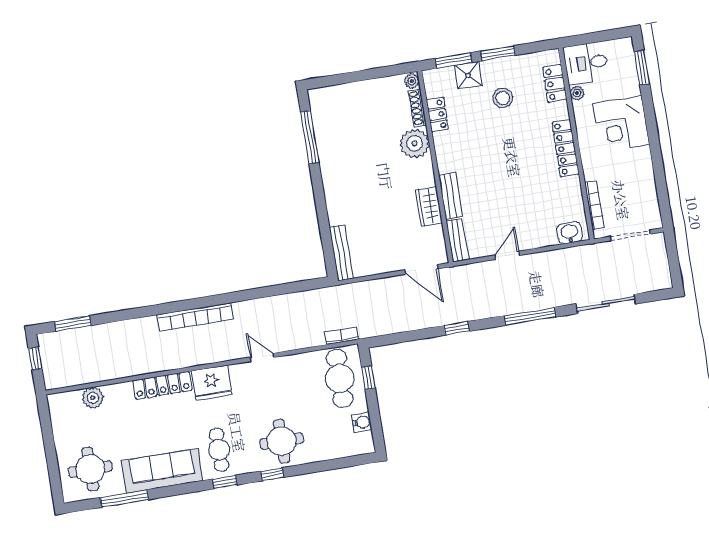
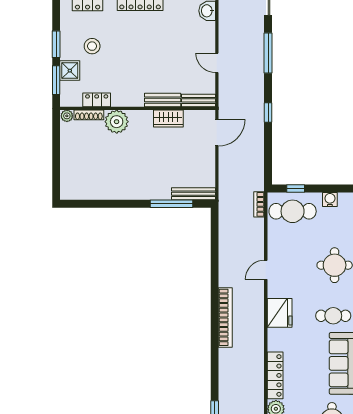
window: (310, 137) -> (171, 204), moved
locker: (162, 385) -> (275, 375), moved

